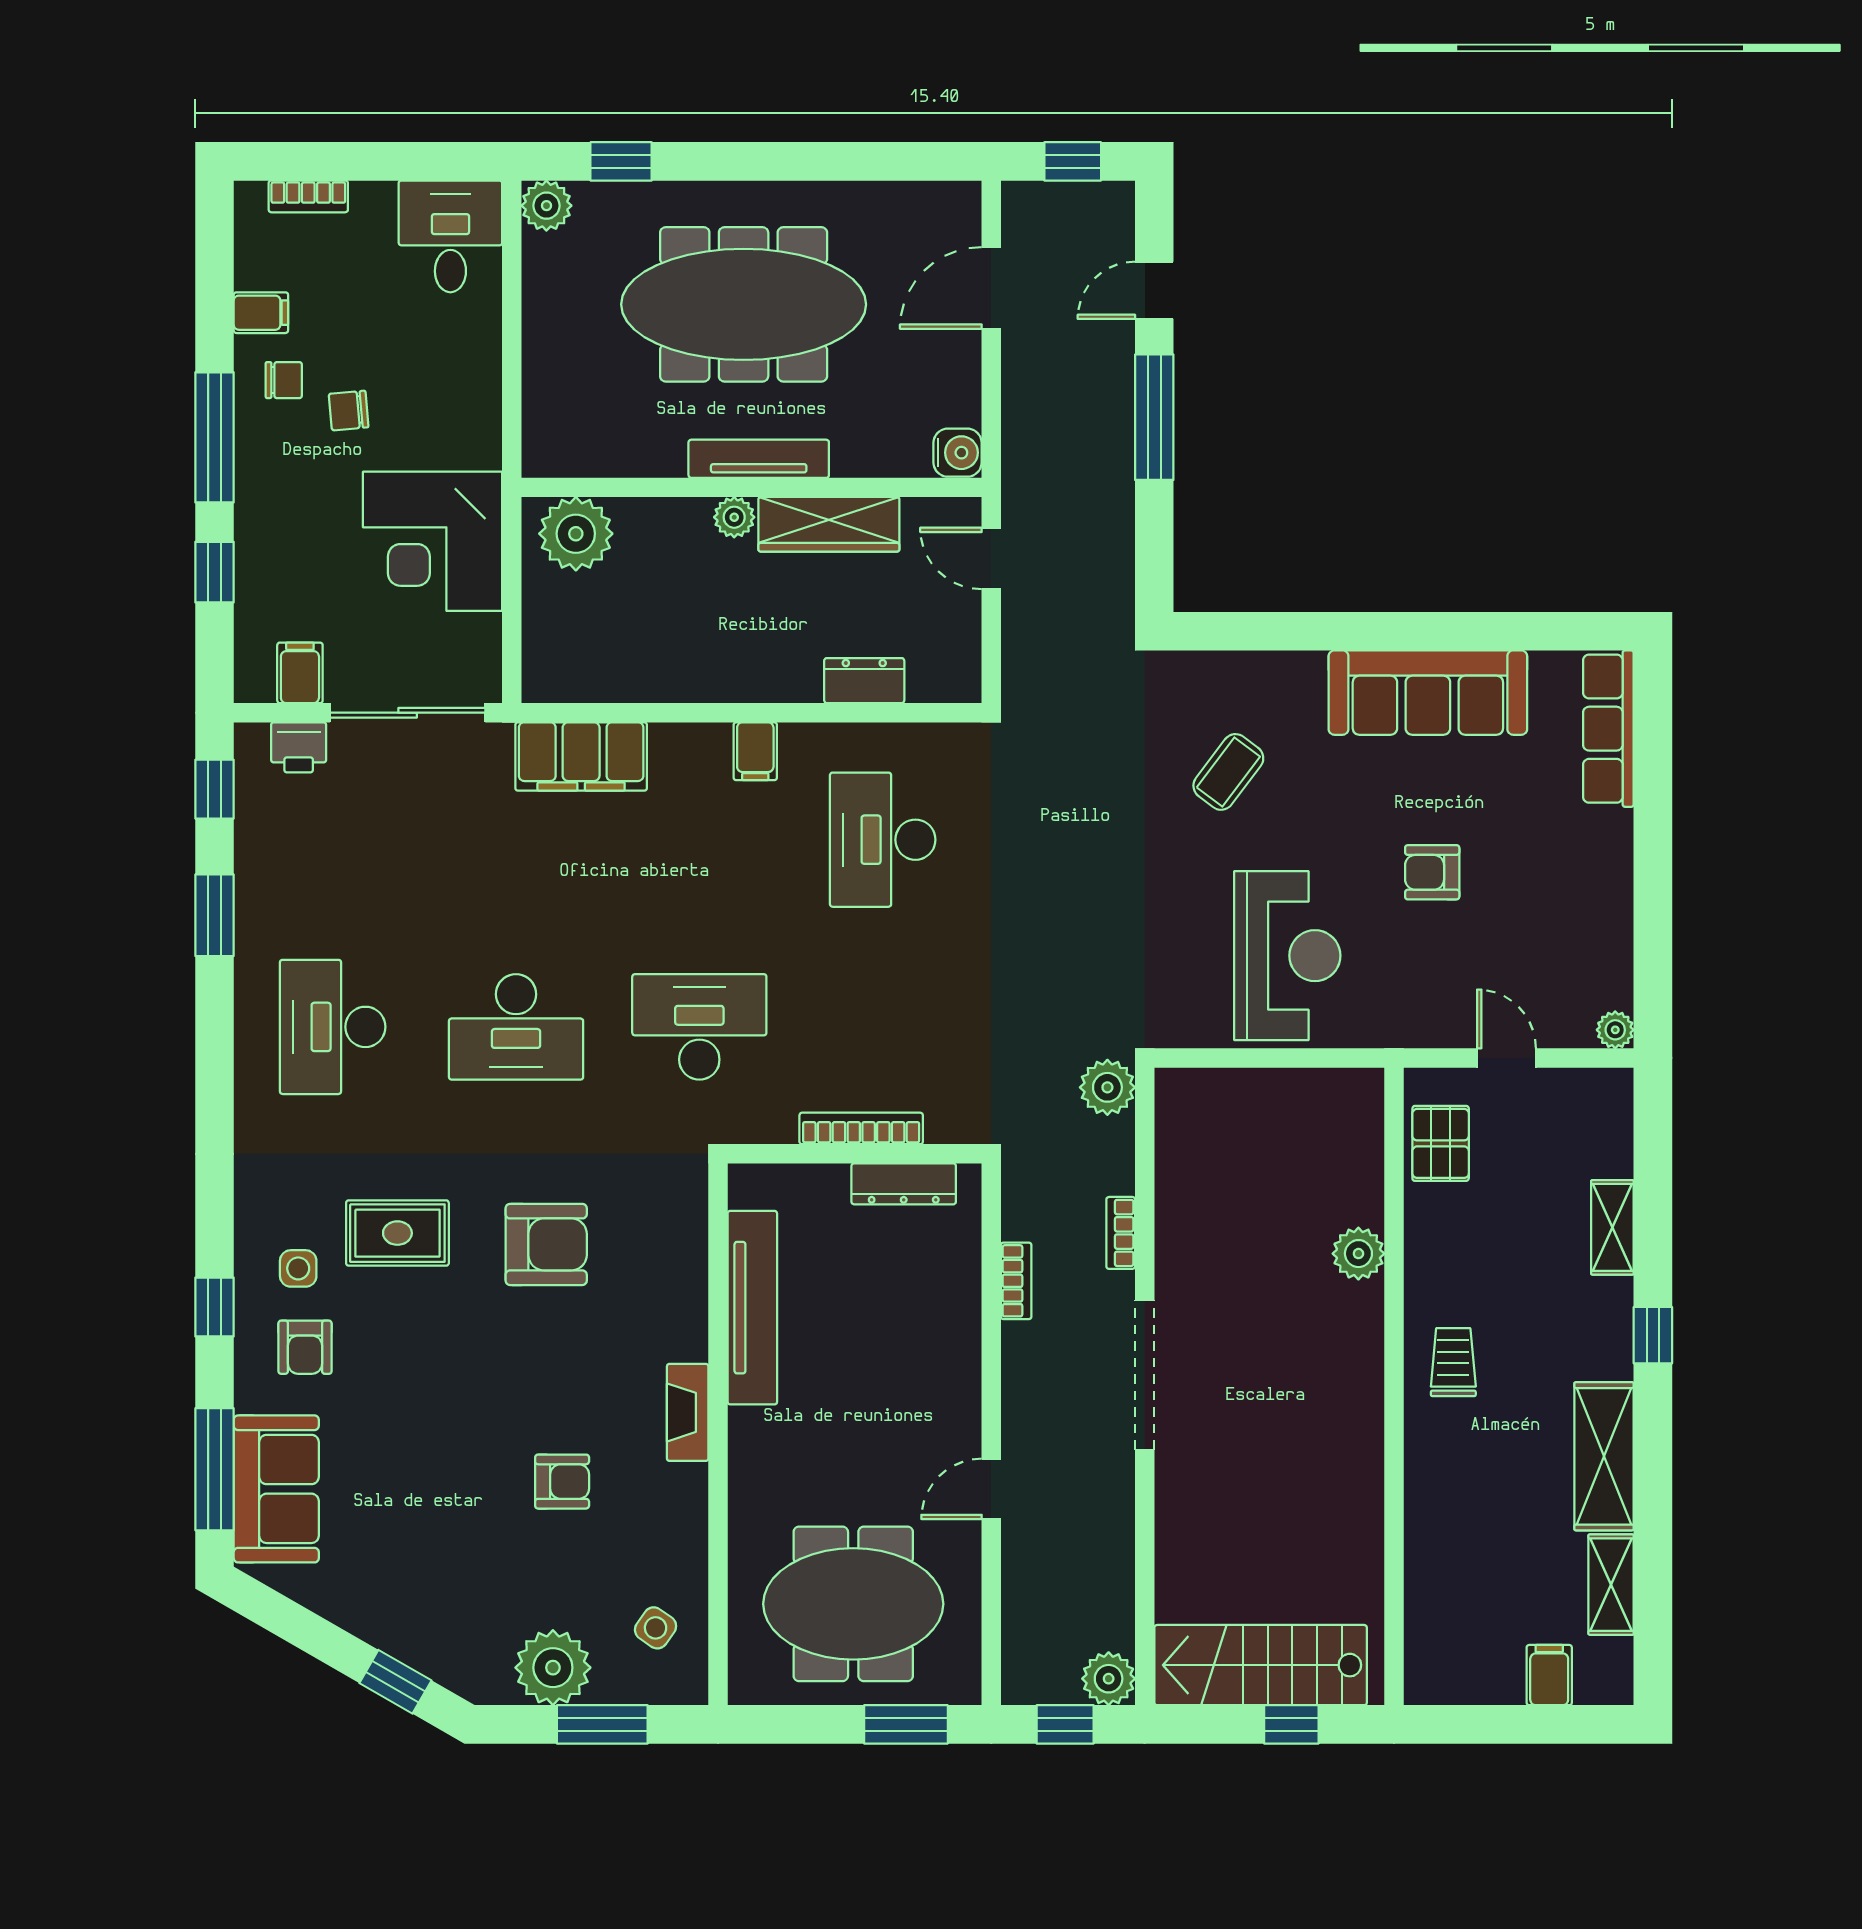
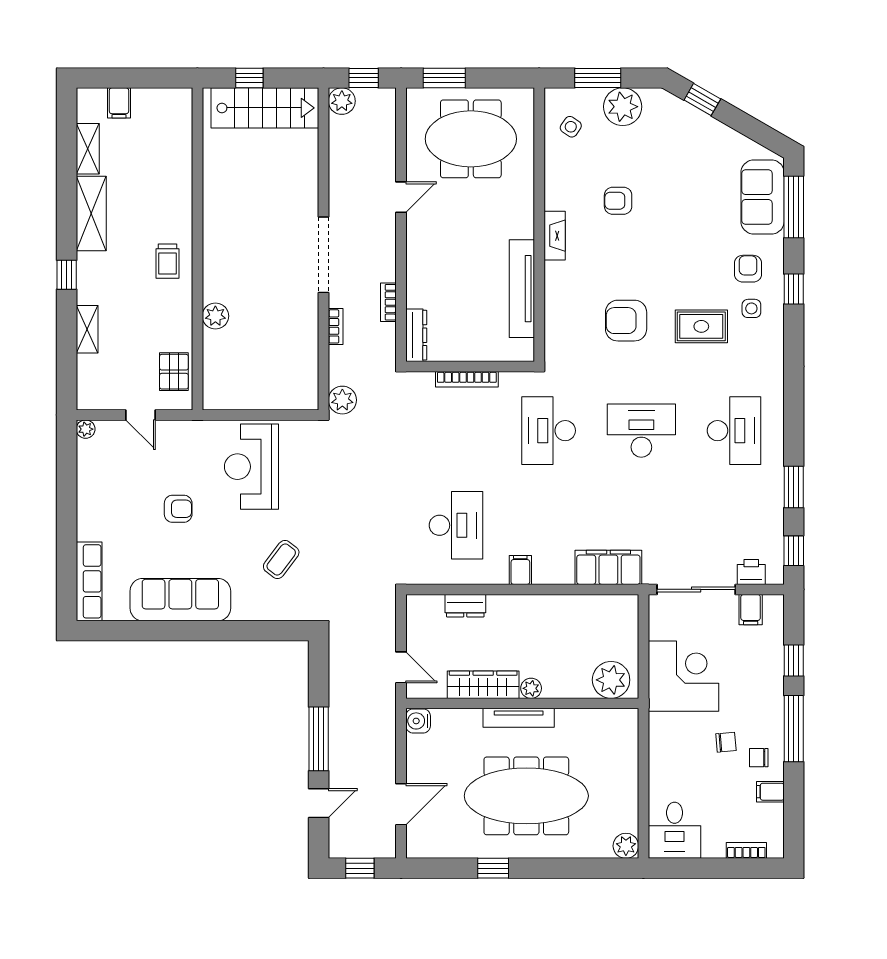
window: (621, 161) -> (493, 868), moved
desk: (699, 1027) -> (549, 431), turned 90
dresser: (904, 1184) -> (416, 335), moved, turned 90

